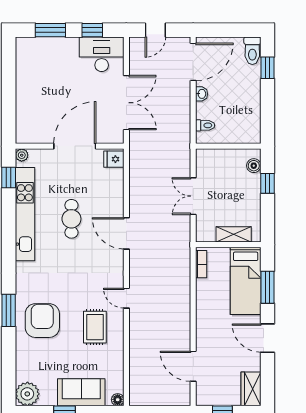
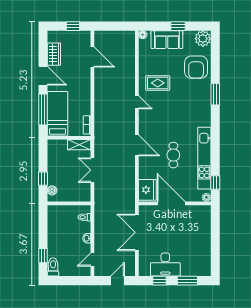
desk: (102, 54) -> (165, 265), moved
door: (193, 62) -> (92, 259), width x0.53
door: (75, 146) -> (171, 203), swing flipped
fridge: (114, 159) -> (147, 190), width x1.88, depth x1.34
double door: (193, 196) -> (92, 170), swing flipped
shelving: (234, 234) -> (79, 145), moved
window: (267, 287) -> (43, 110), width x1.44
armchair: (42, 321) -> (196, 67), moved
rug: (95, 327) -> (158, 83), turned 90
wardrobe: (251, 389) -> (54, 54), moved

